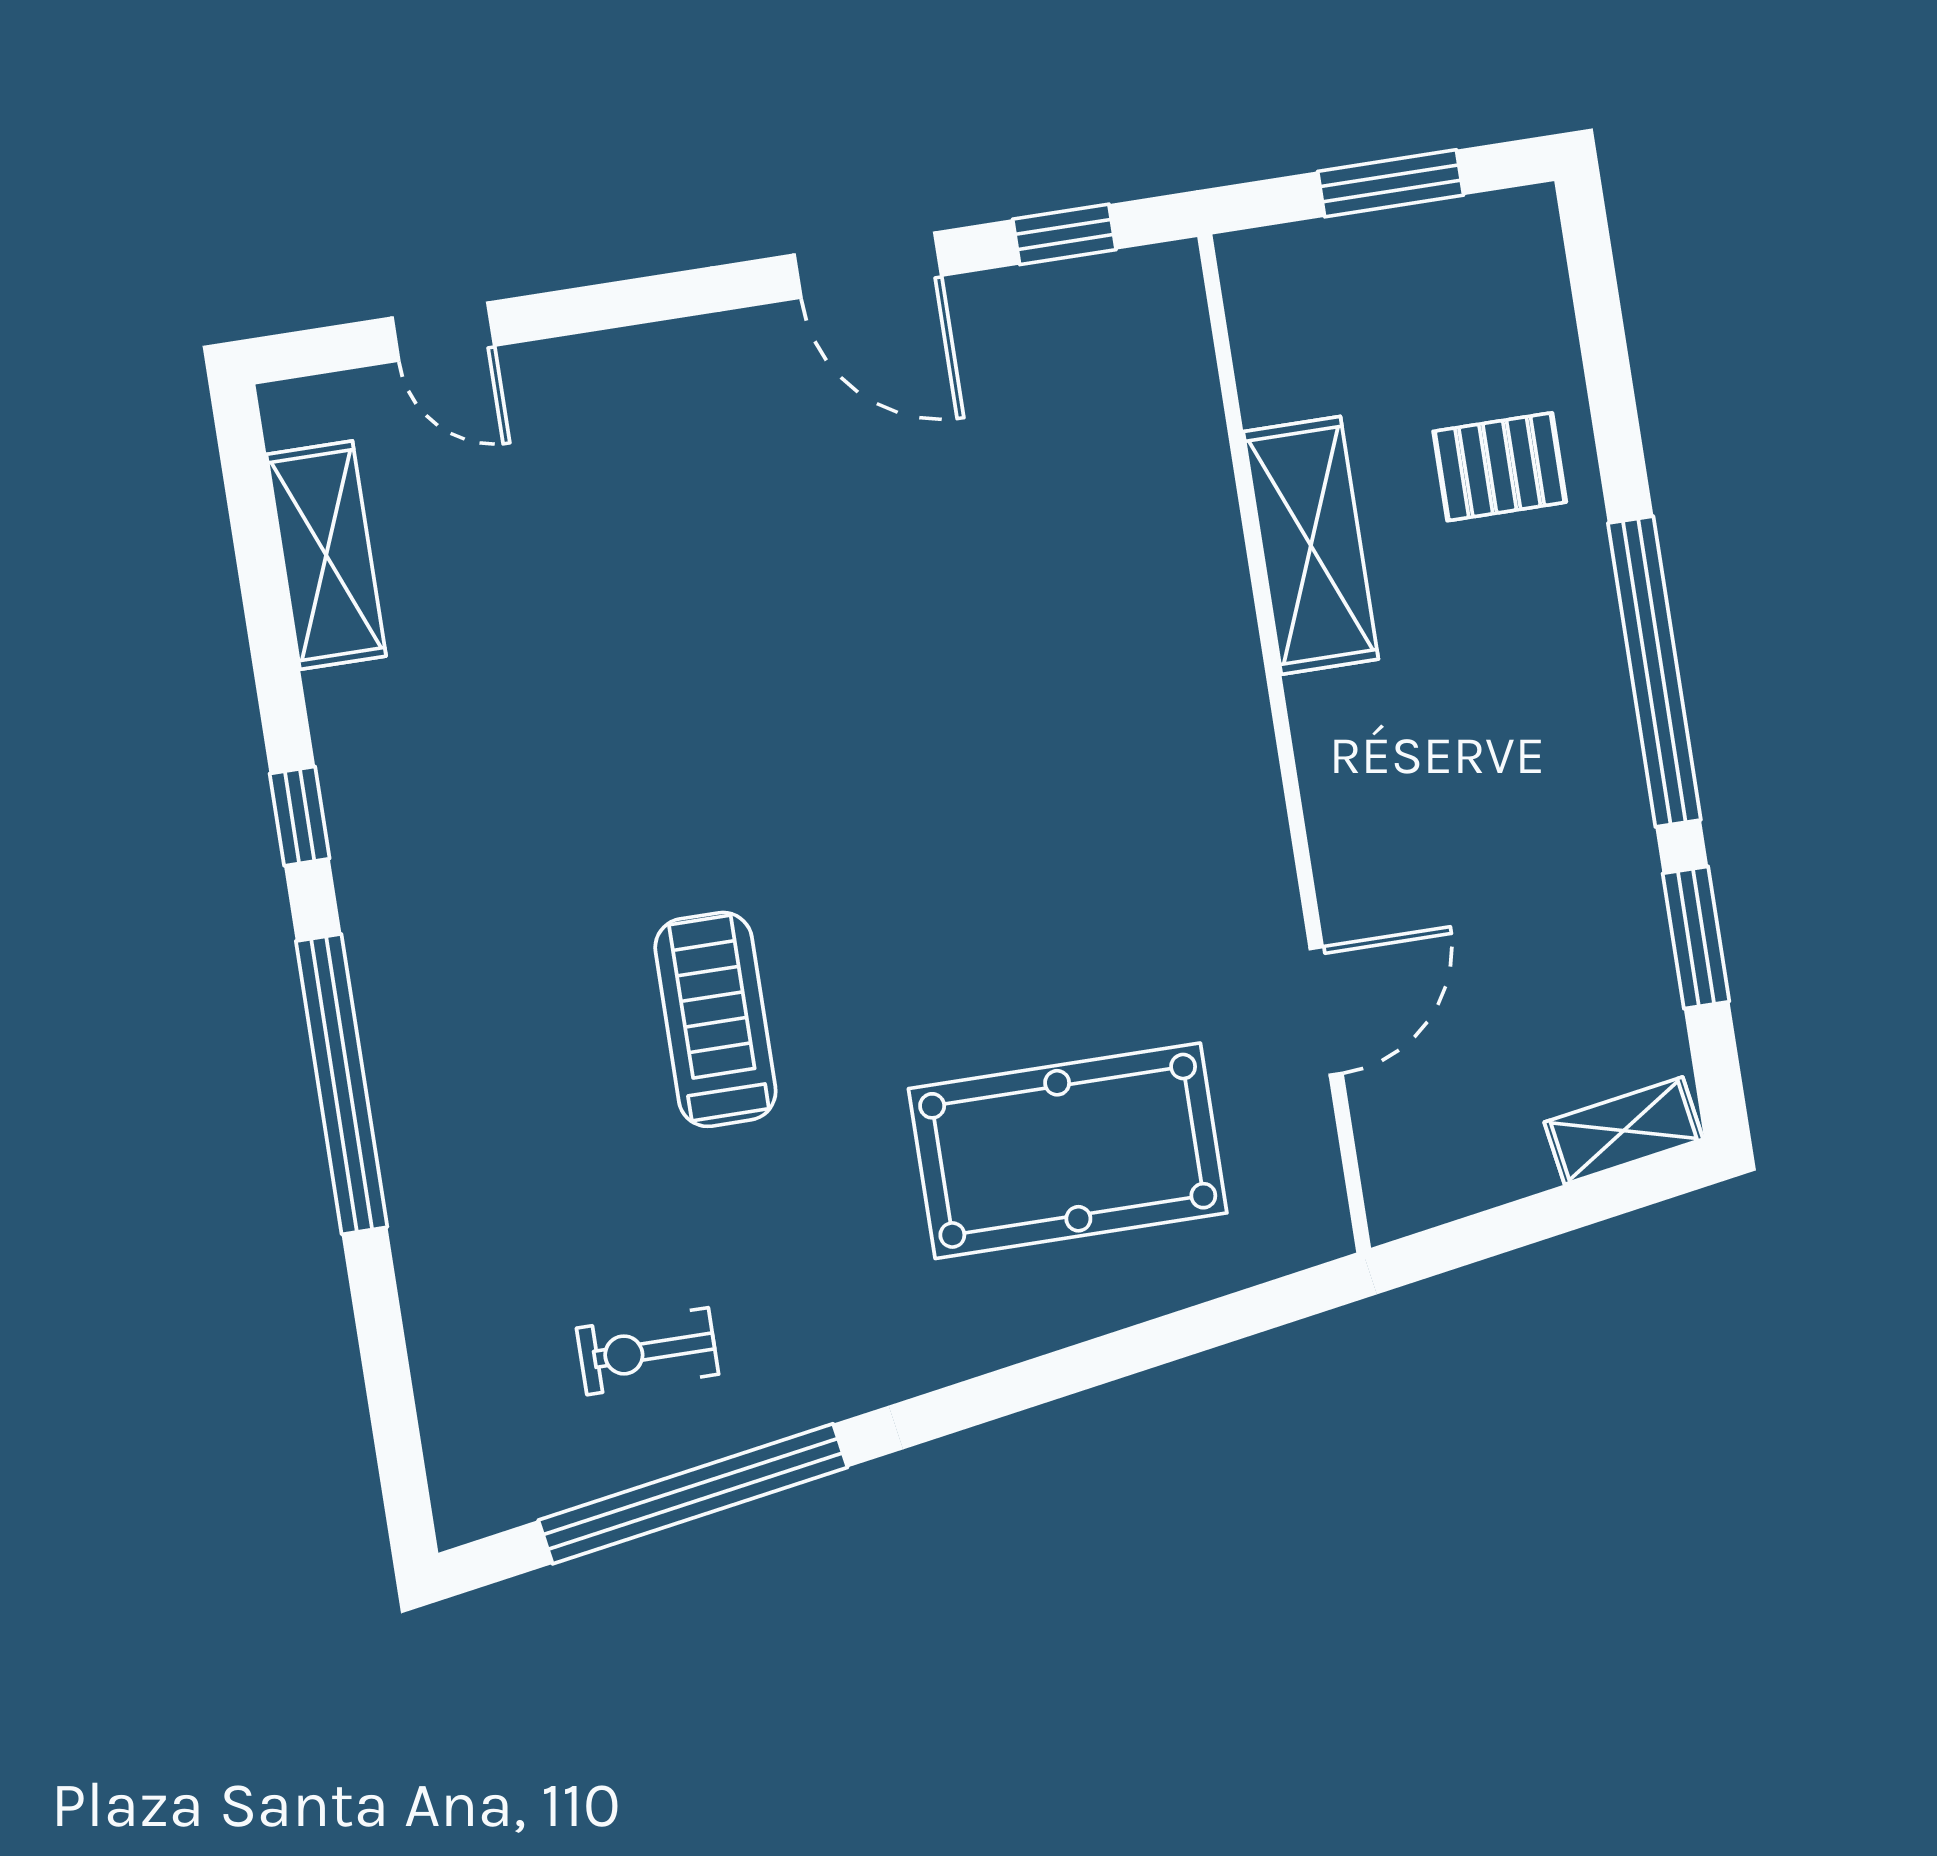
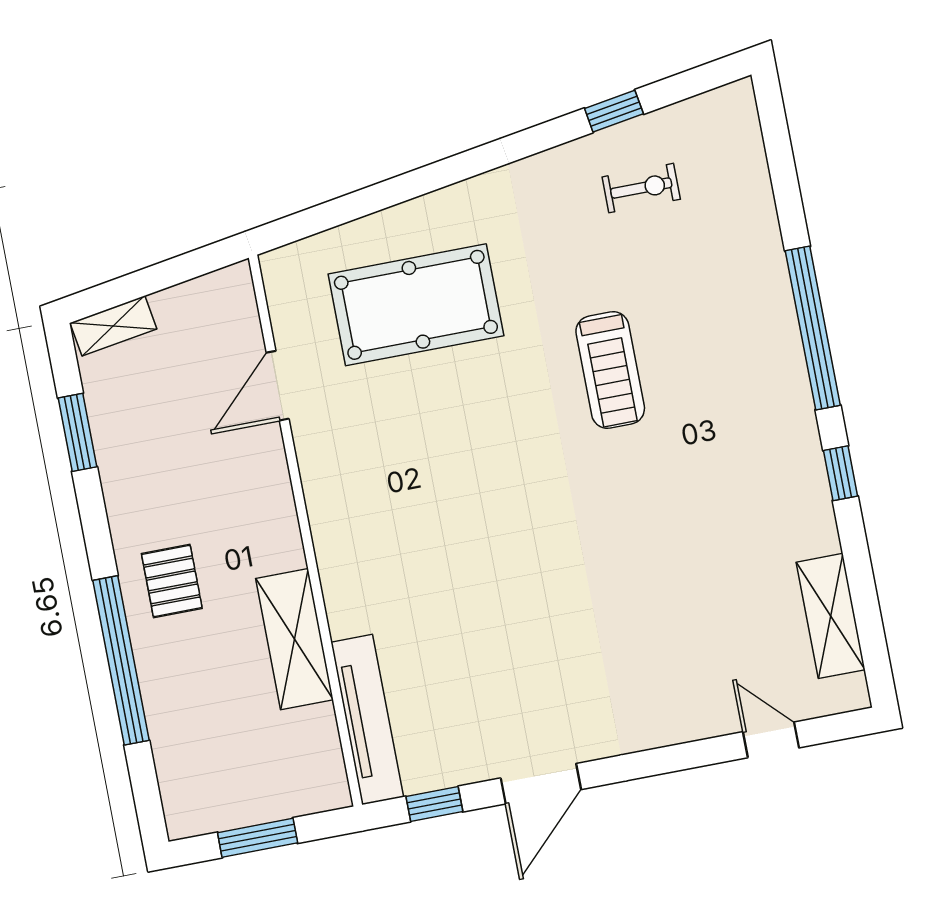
door: (868, 265) -> (541, 784), swing flipped
tv unit: (1182, 393) -> (367, 720), added
pallet: (1500, 467) -> (172, 581), moved, turned 90
window: (1654, 671) -> (121, 660), moved
window: (693, 1494) -> (614, 111), width x0.32

